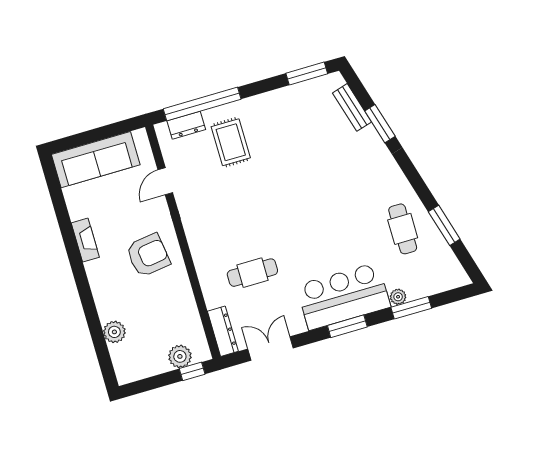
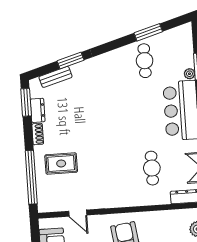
shoe rack: (265, 100) -> (38, 134), added
dresser: (186, 125) -> (38, 110), moved
cafe table: (403, 229) -> (145, 61), turned 90

